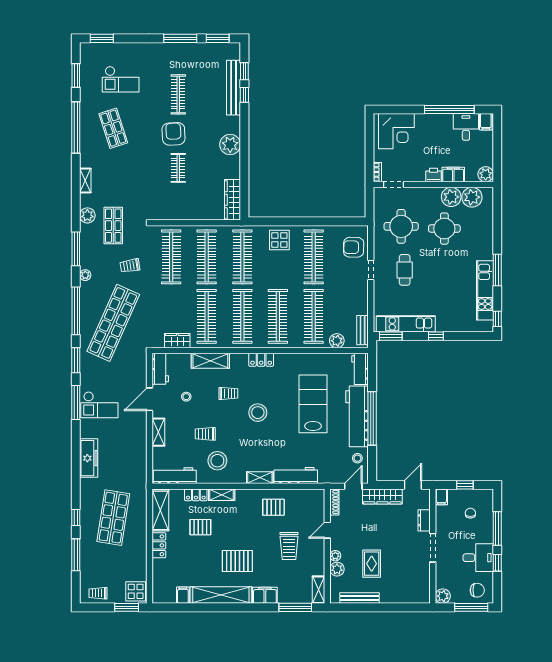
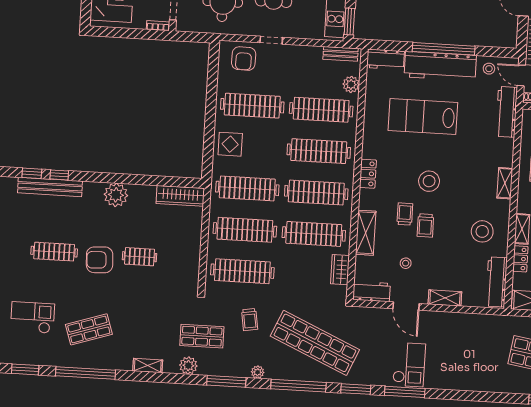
checkout: (121, 79) -> (32, 317), turned -90
trolley: (205, 434) -> (425, 225), moved
freezer: (89, 458) -> (470, 381), removed
workbench: (296, 476) -> (507, 112), moved

